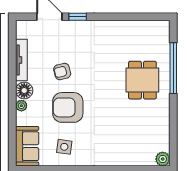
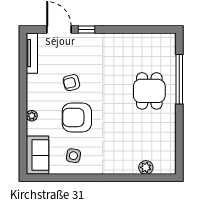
tv unit: (21, 60) -> (32, 53), moved
floor lamp: (24, 91) -> (35, 101), removed
plant: (163, 159) -> (146, 167), moved

